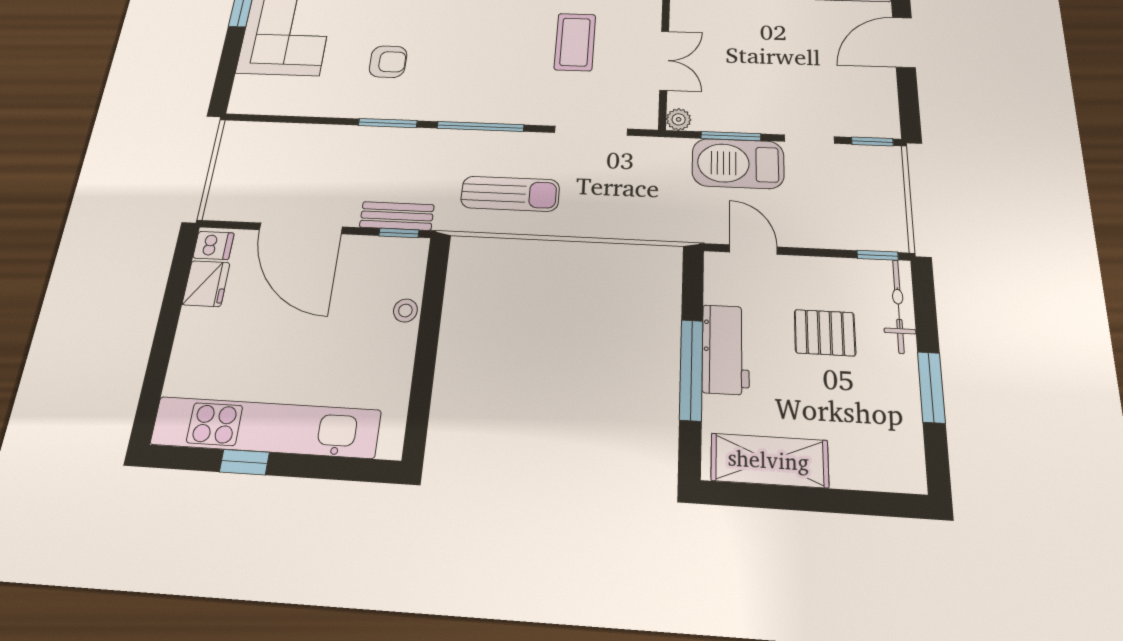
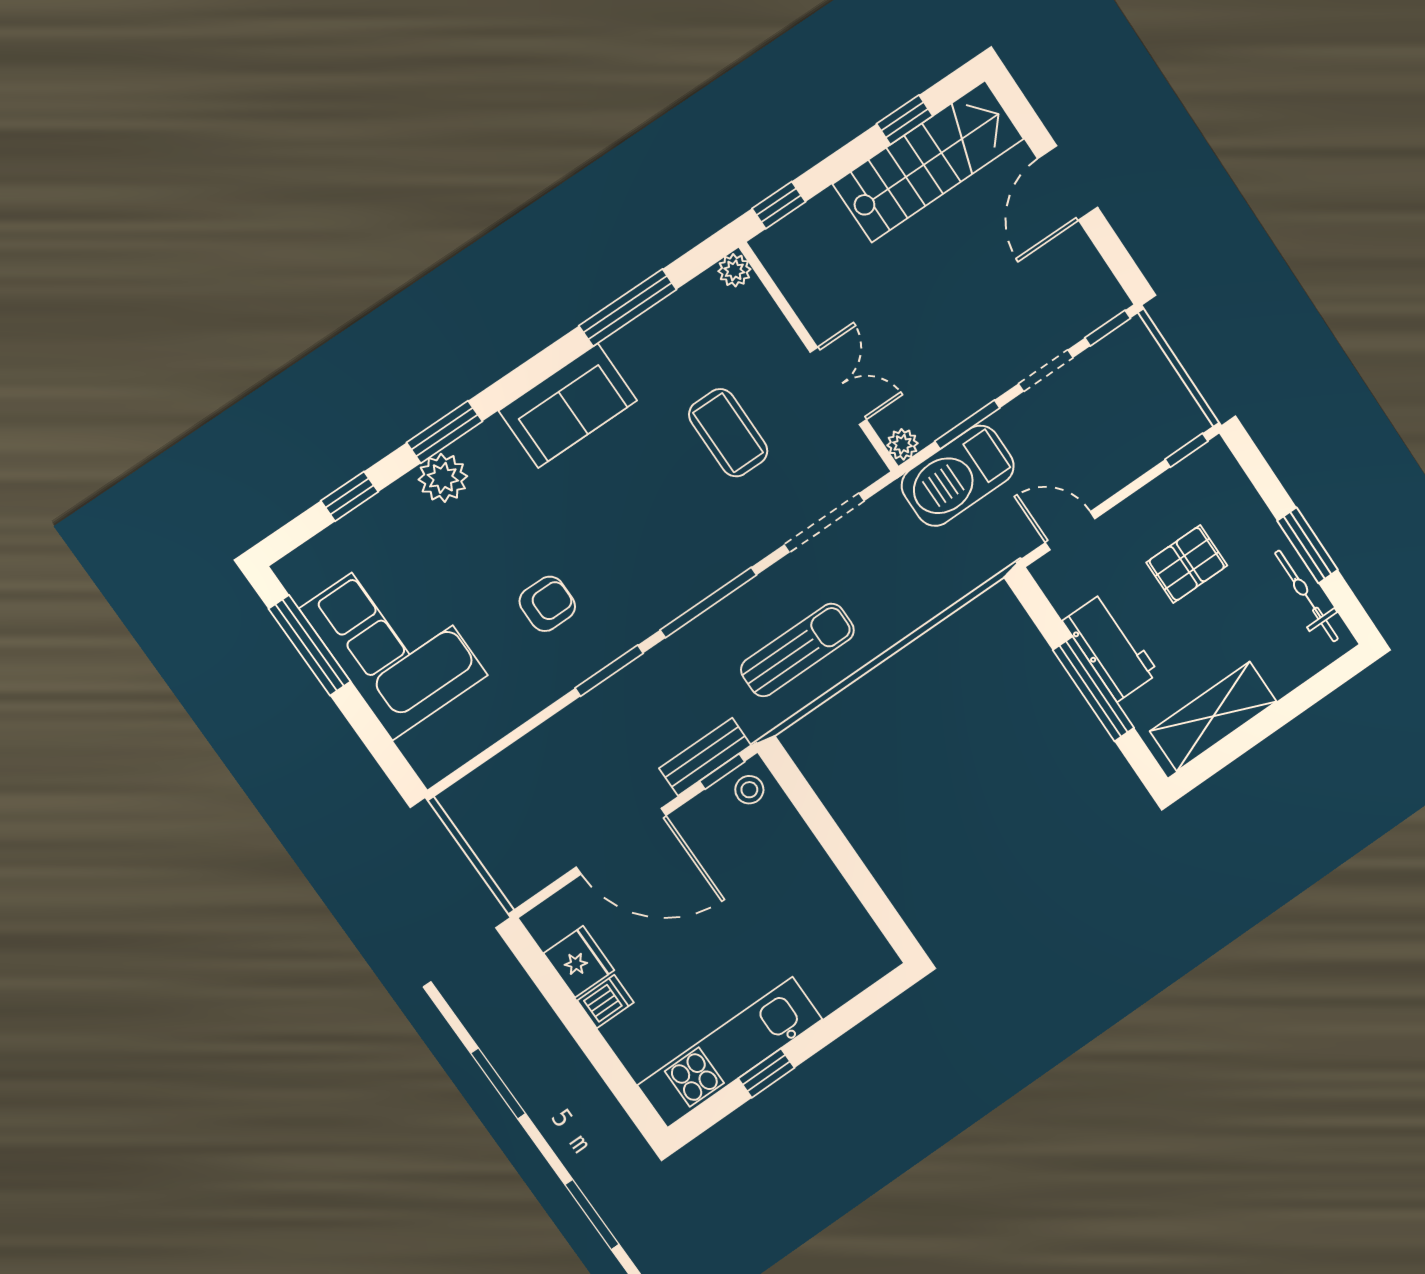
barbecue: (738, 164) -> (958, 476), moved
dishwasher: (213, 245) -> (606, 1002), moved
bicycle: (898, 306) -> (1306, 596), moved
stool: (405, 311) -> (749, 790), moved
kitchen unit: (266, 427) -> (730, 1052), width x0.73

